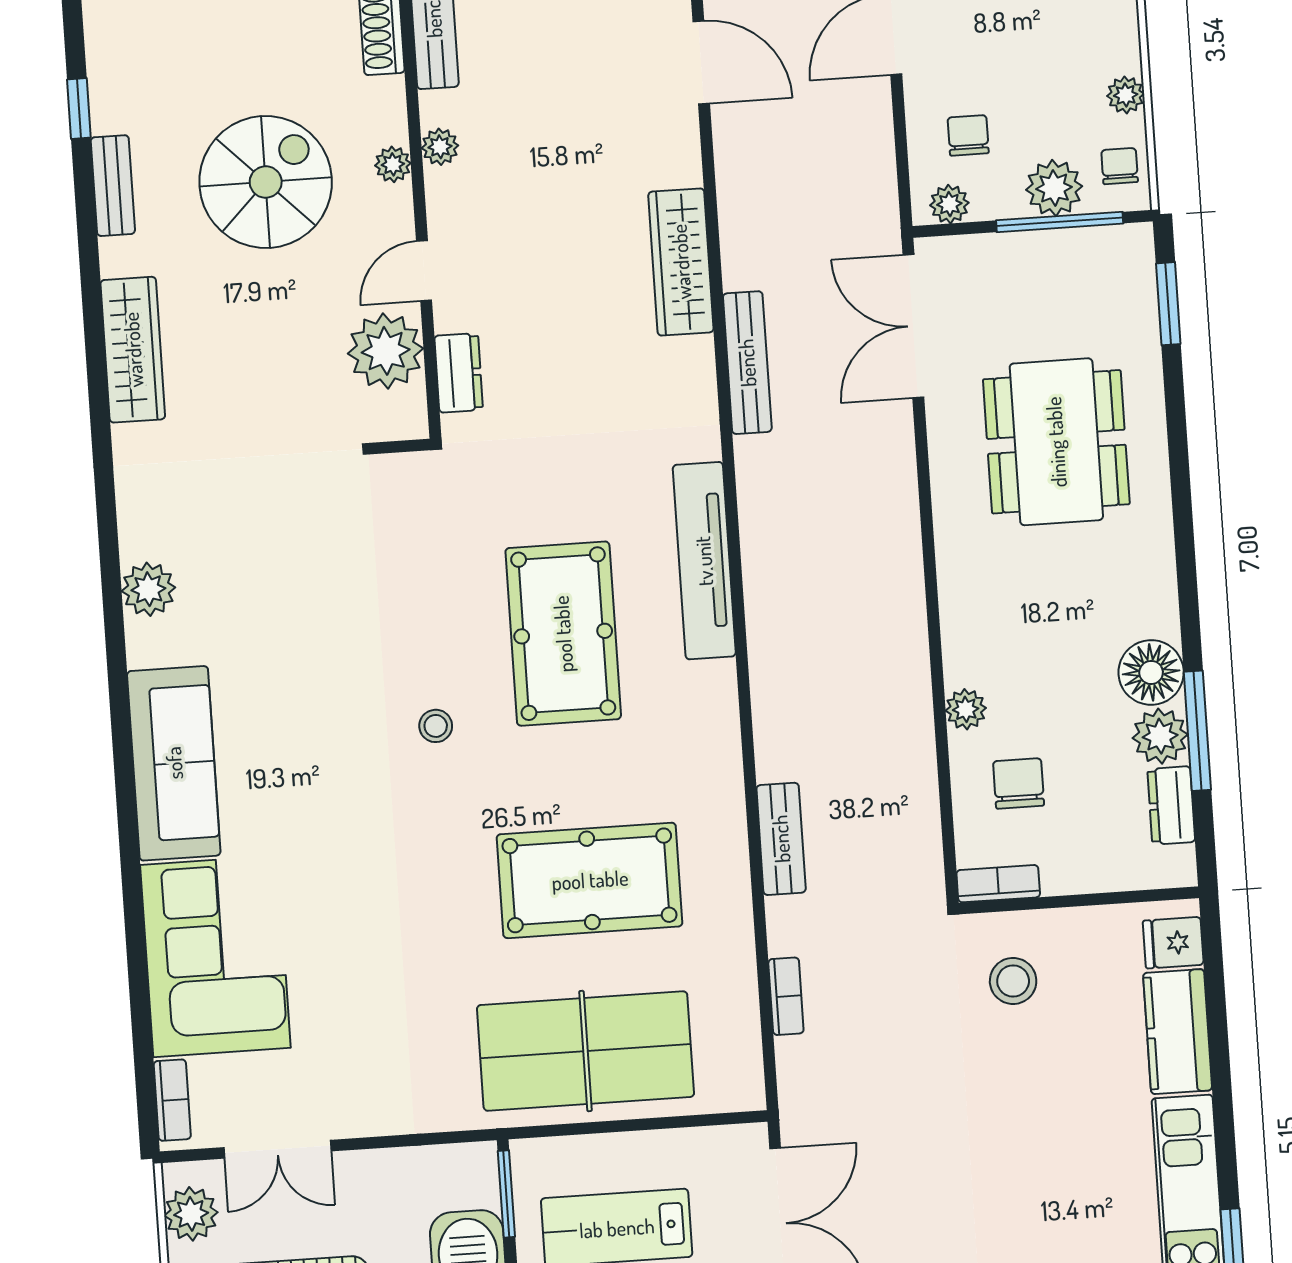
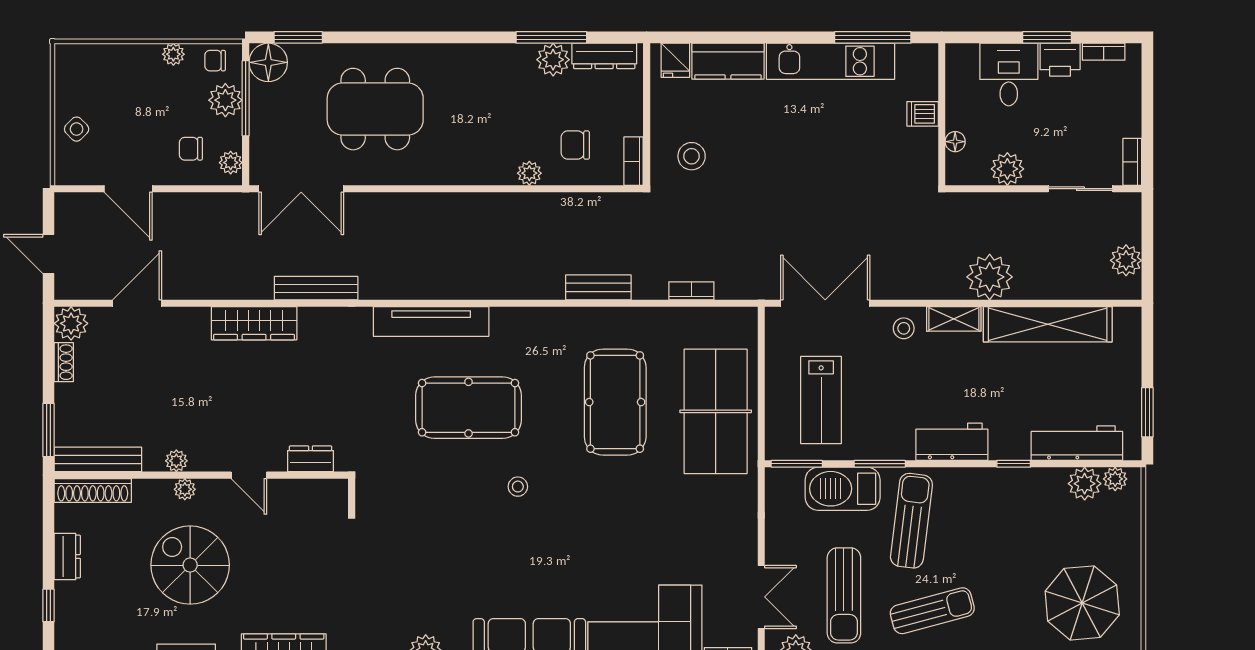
plant: (386, 351) -> (295, 501), removed
floor lamp: (1151, 672) -> (268, 62), moved
dresser: (1171, 805) -> (604, 56), width x1.44

